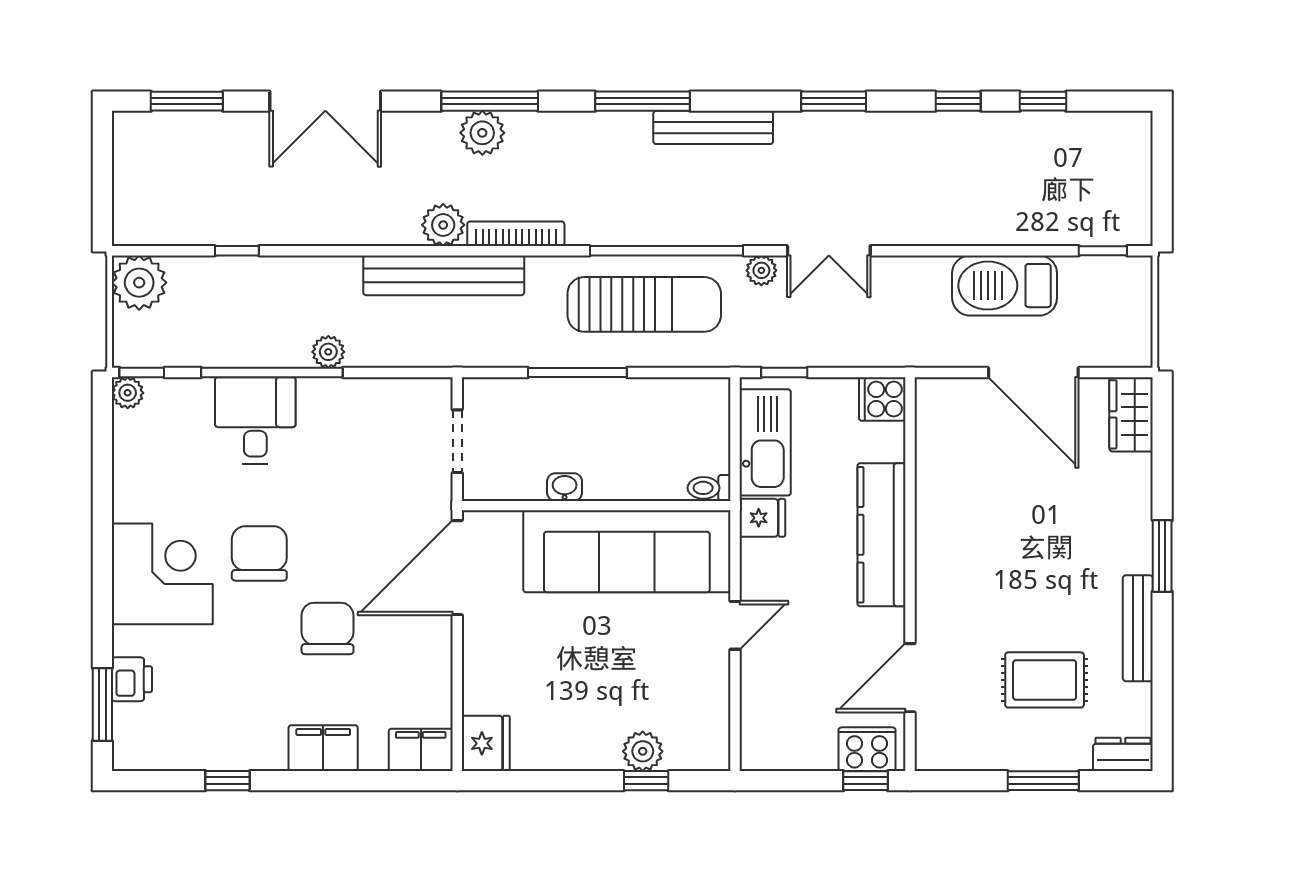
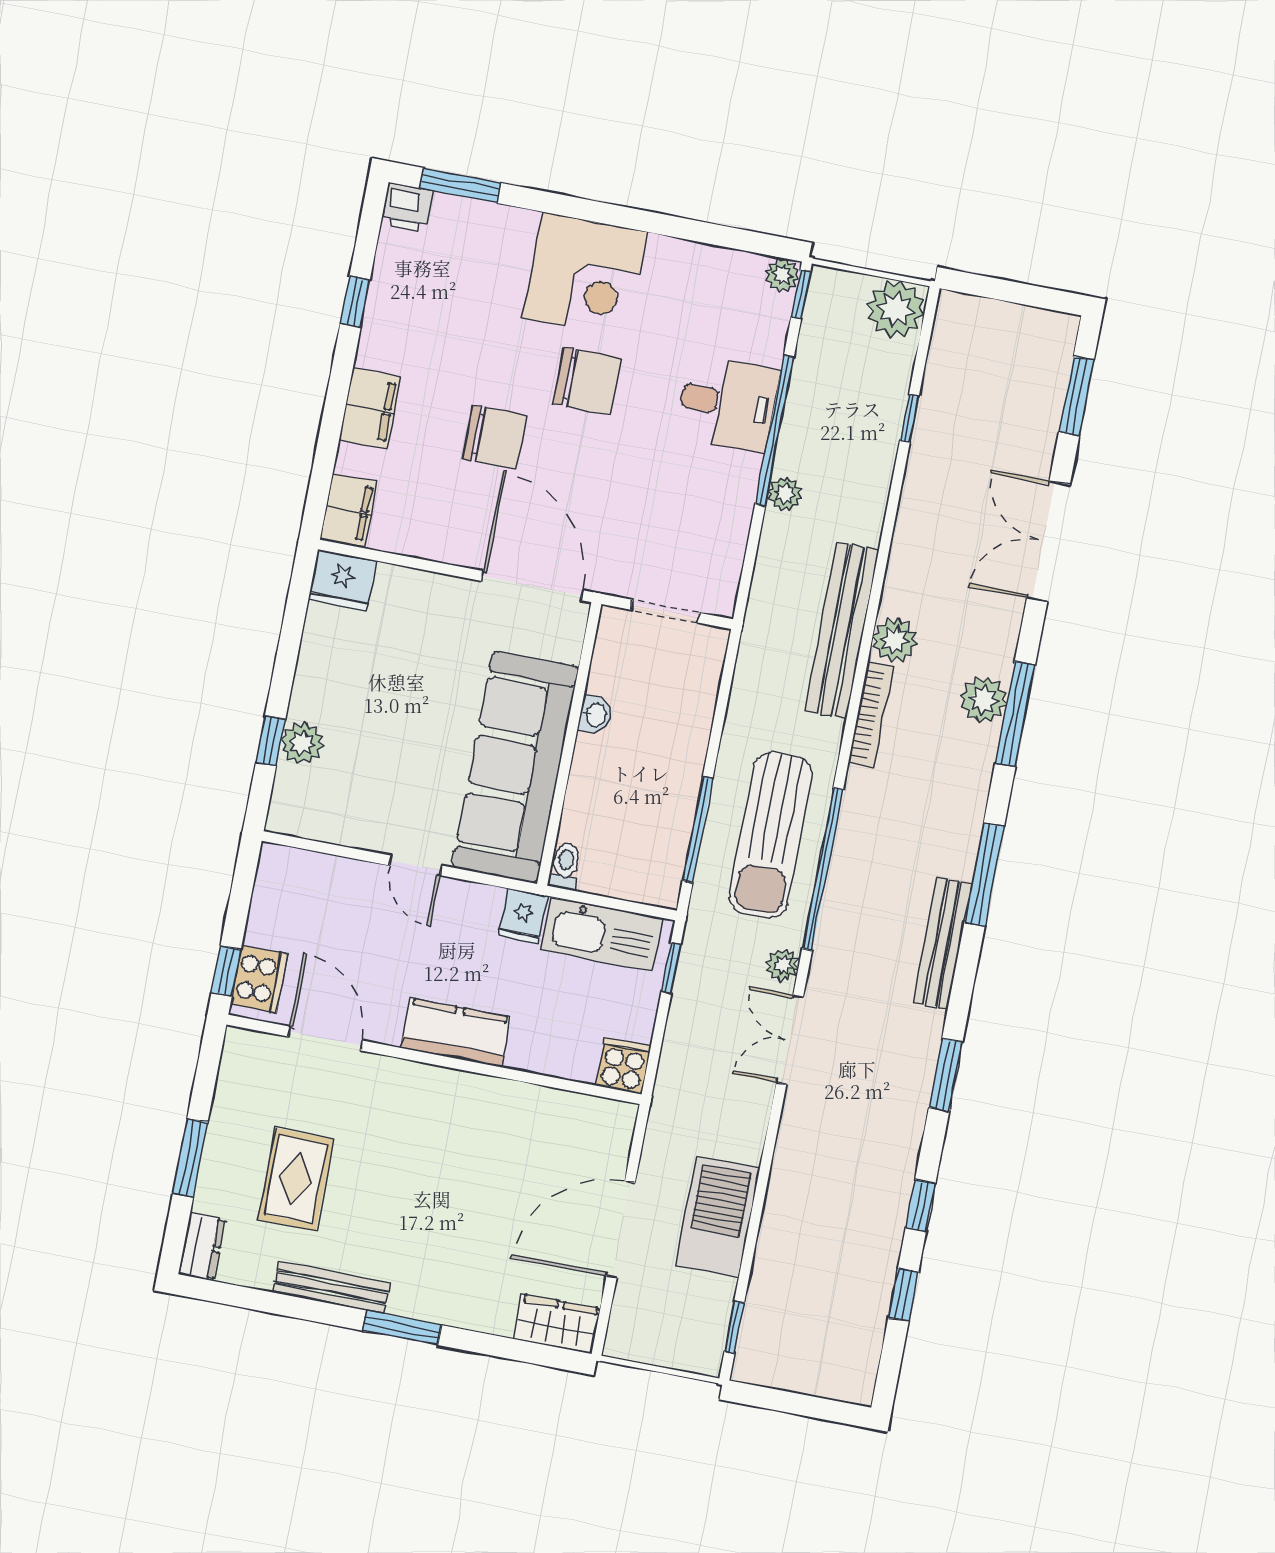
window: (577, 372) -> (698, 830), moved
kitchen counter: (881, 535) -> (456, 1033), width x0.67
printer: (132, 679) -> (408, 207), moved

